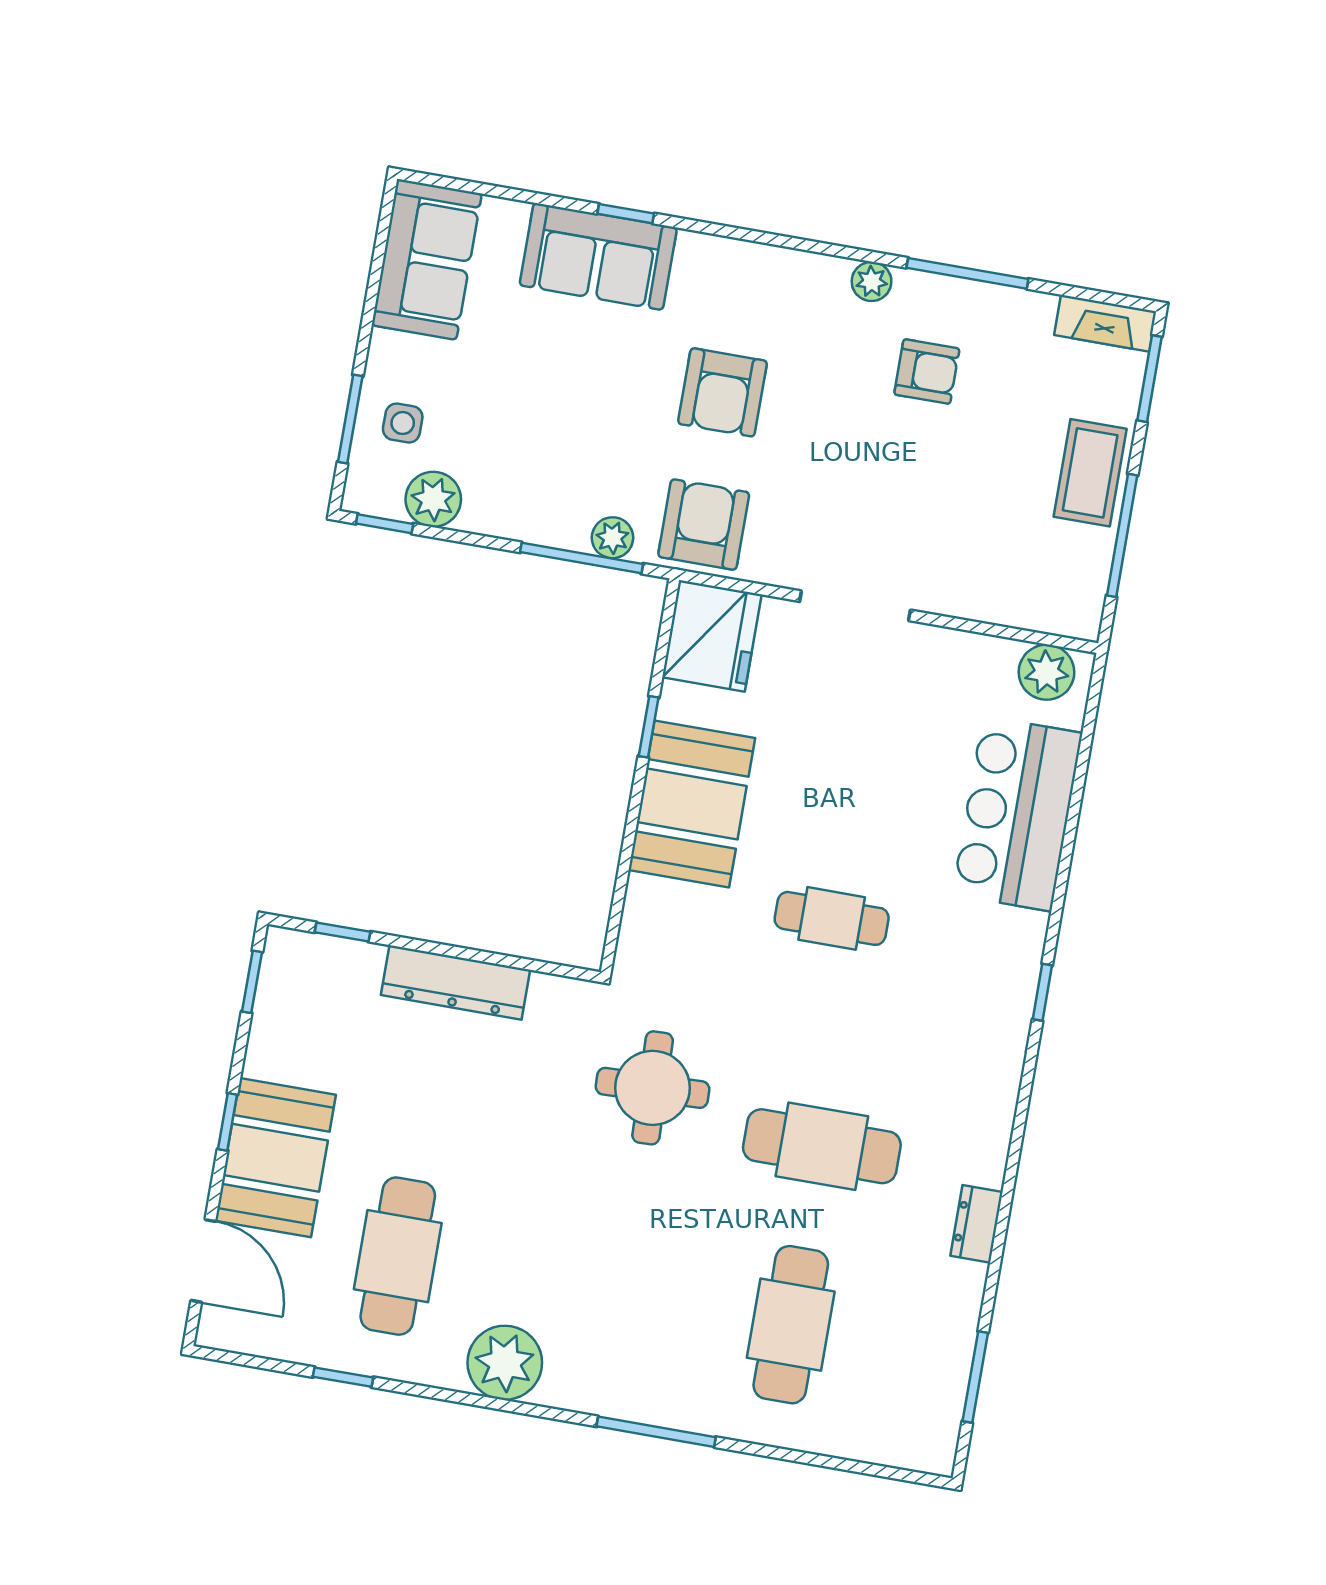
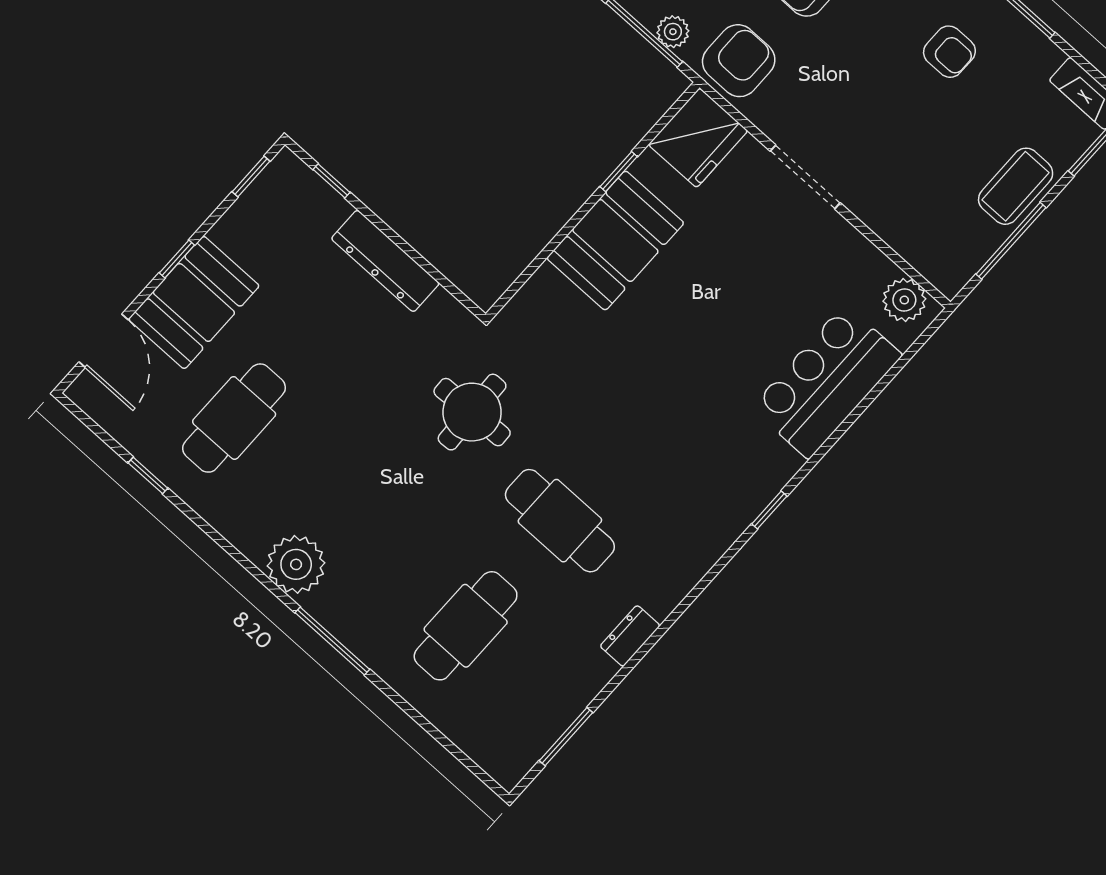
cafe table: (832, 918) -> (660, 374), removed
plant: (505, 1363) -> (296, 564), moved

